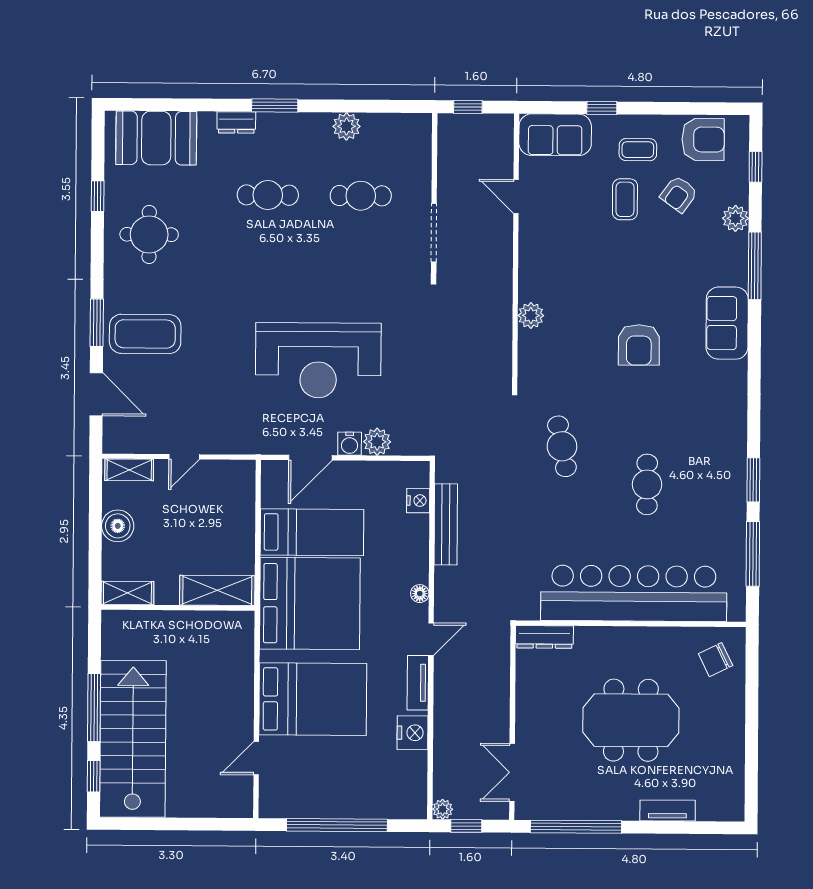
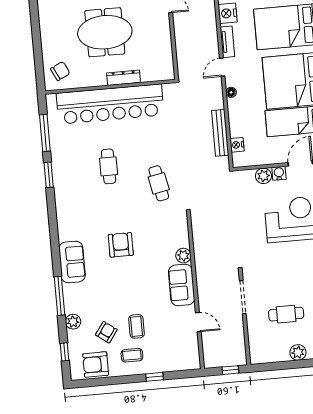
sofa: (555, 135) -> (182, 285), moved, turned -90
dresser: (544, 637) -> (124, 78), moved

